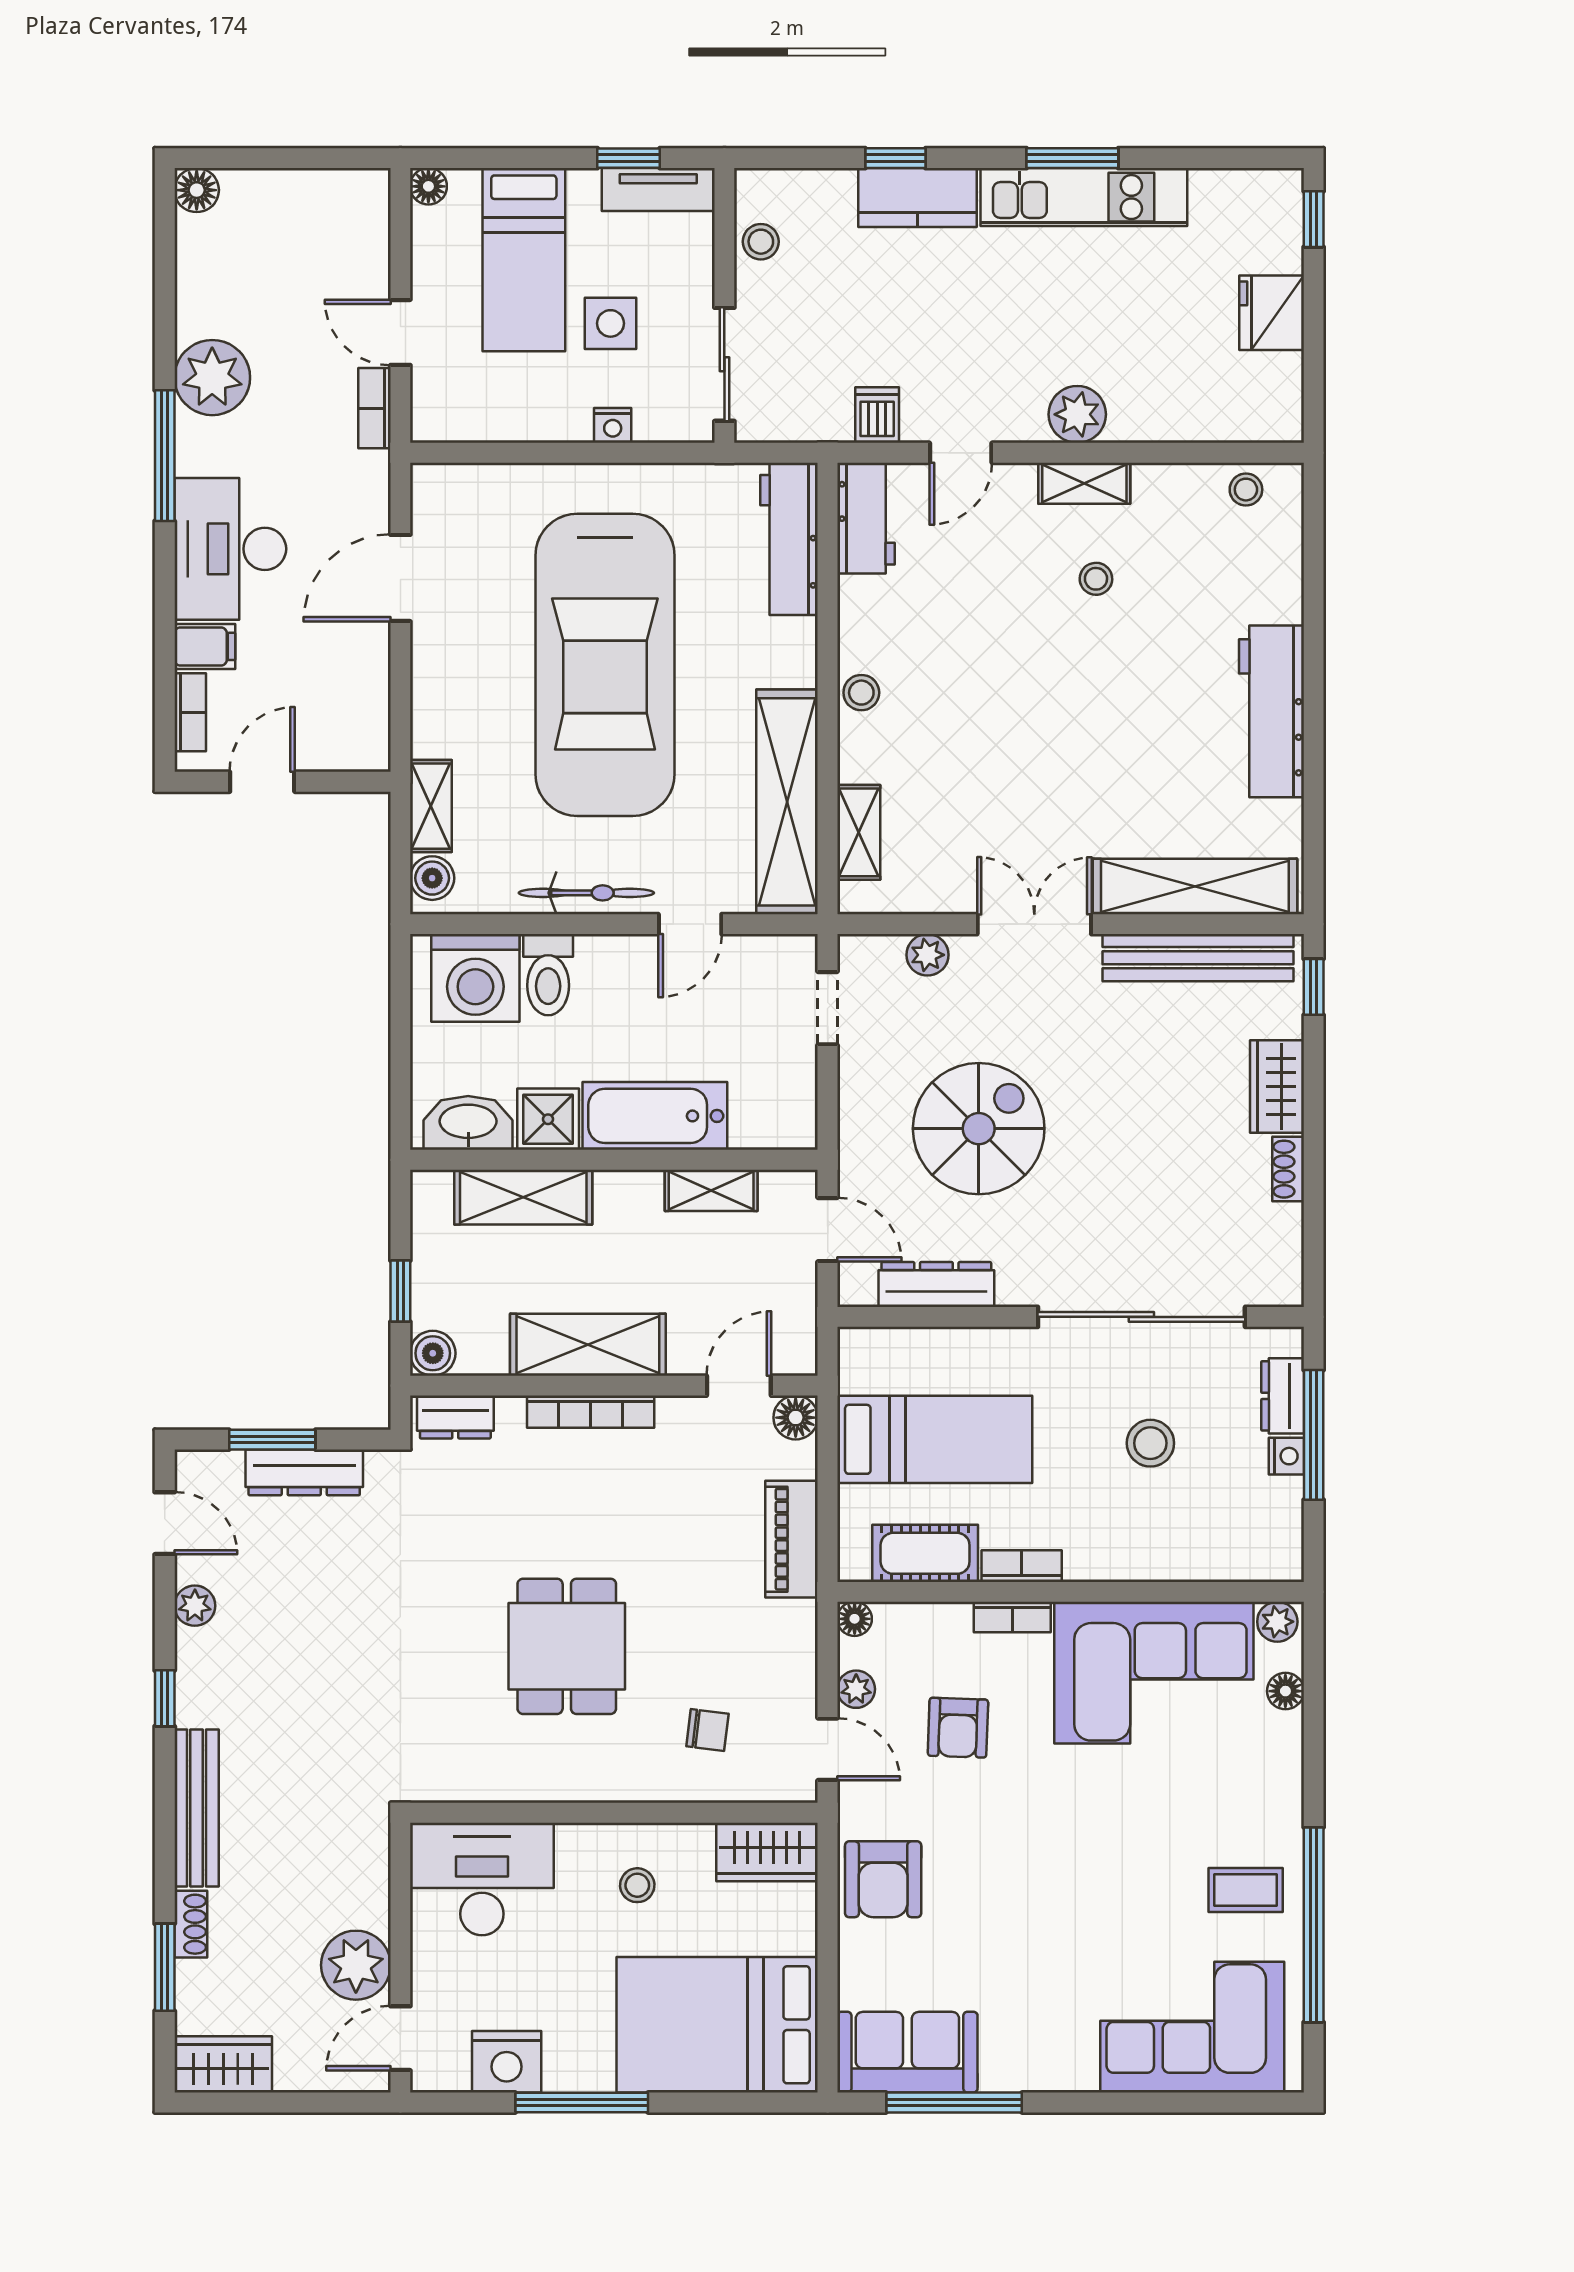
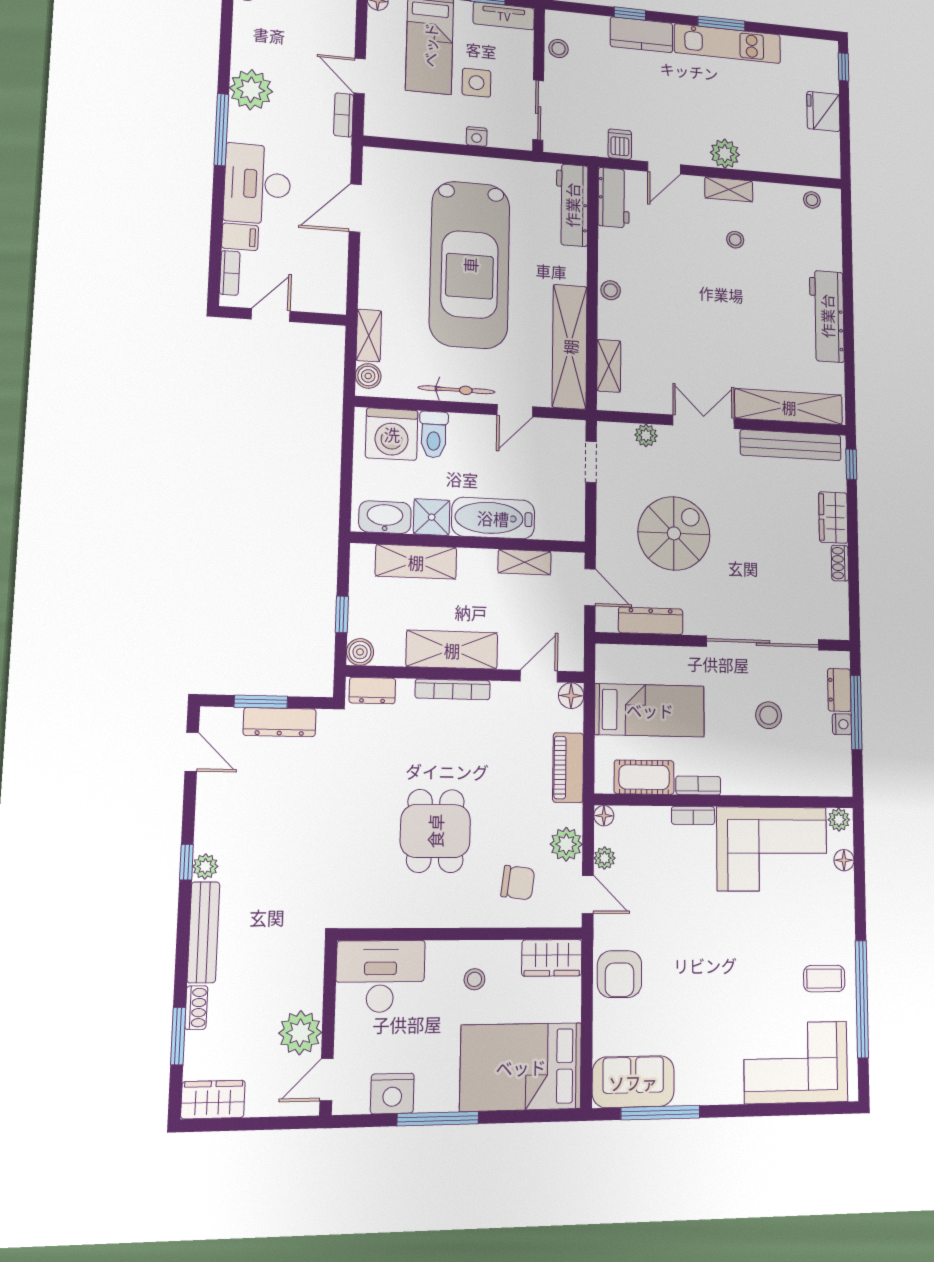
plant: (195, 1606) -> (205, 866), moved
plant: (789, 1667) -> (566, 844), added
armchair: (958, 1728) -> (663, 881), removed
chair: (707, 1730) -> (518, 883), width x1.37, depth x1.37

